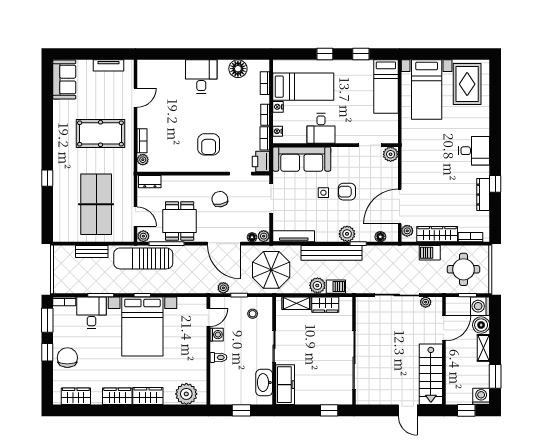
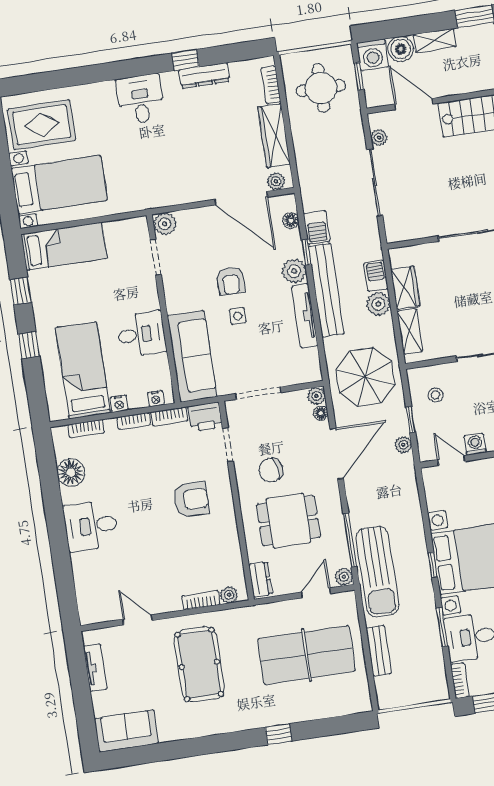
dining table: (180, 221) -> (289, 521), moved
tv unit: (294, 236) -> (305, 316), moved
barbecue: (430, 253) -> (317, 227), moved

